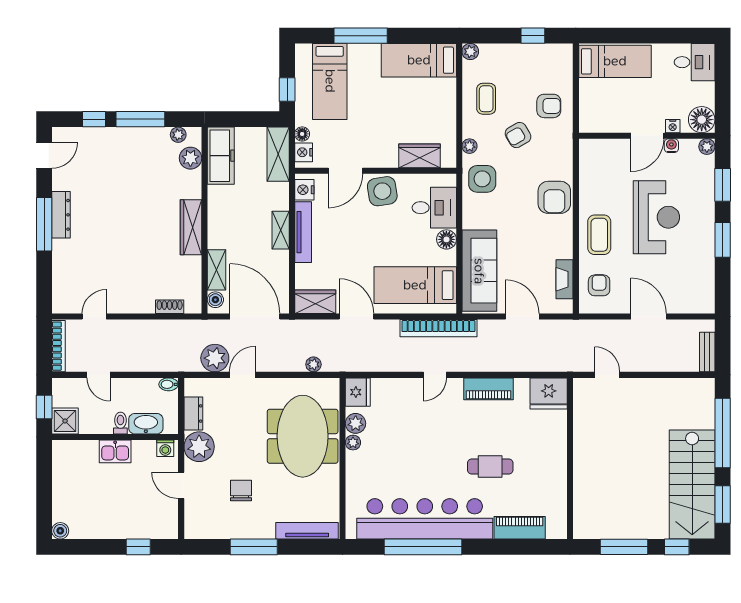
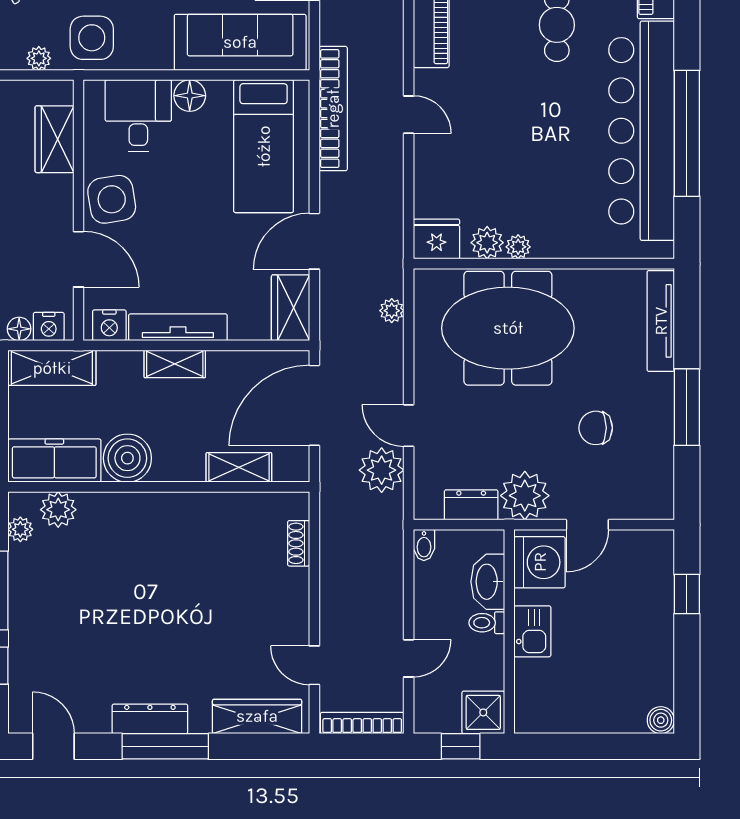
wardrobe: (191, 227) -> (257, 716), moved, turned 180
boiler: (215, 300) -> (127, 458), moved, width x1.86, depth x1.86
washing machine: (165, 448) -> (540, 562), width x1.89, depth x1.89

